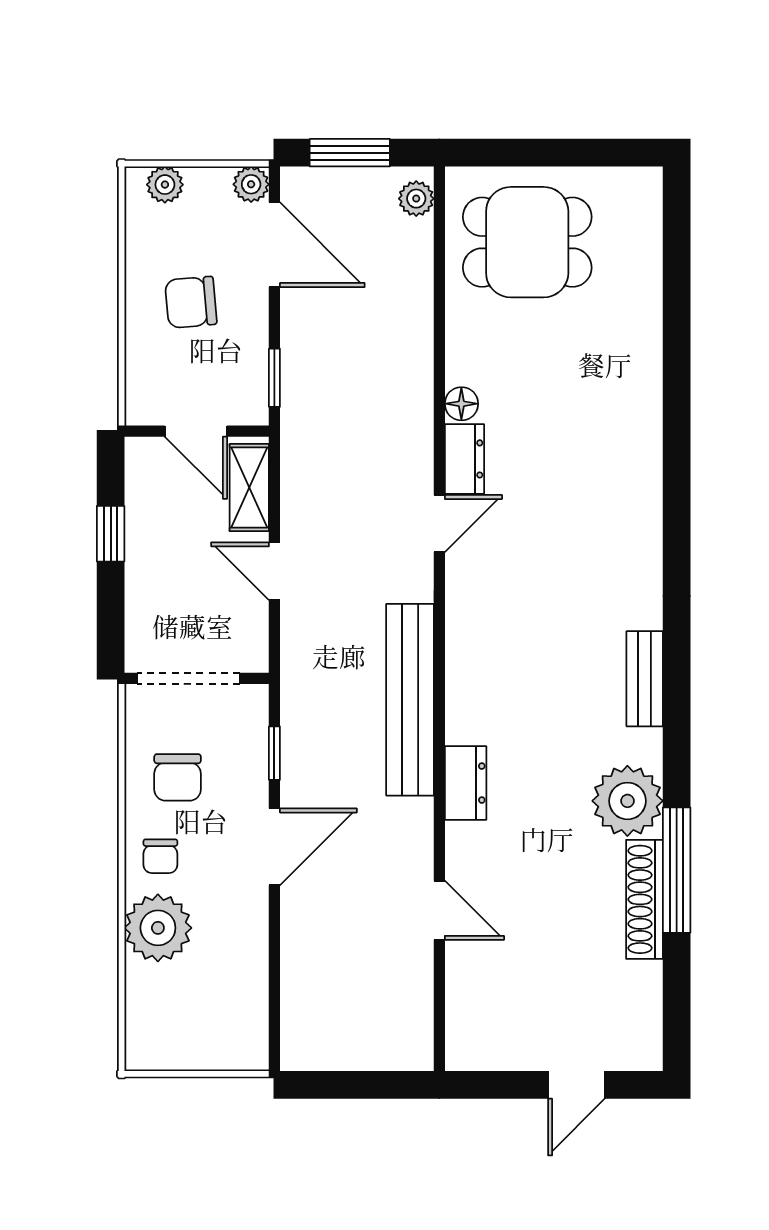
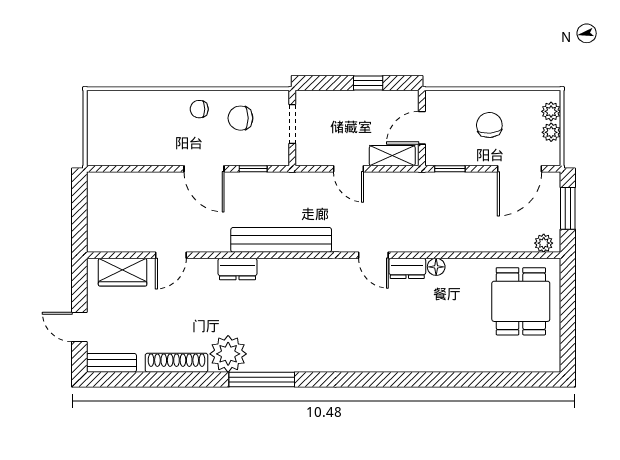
plant: (251, 184) -> (551, 132), moved
door: (274, 571) -> (348, 169), swing flipped
doorway: (189, 678) -> (292, 124), width x0.73
bench: (645, 679) -> (111, 363), moved
window: (677, 870) -> (262, 379), moved
plant: (158, 928) -> (162, 108), removed
wardrobe: (472, 1002) -> (123, 272), added

